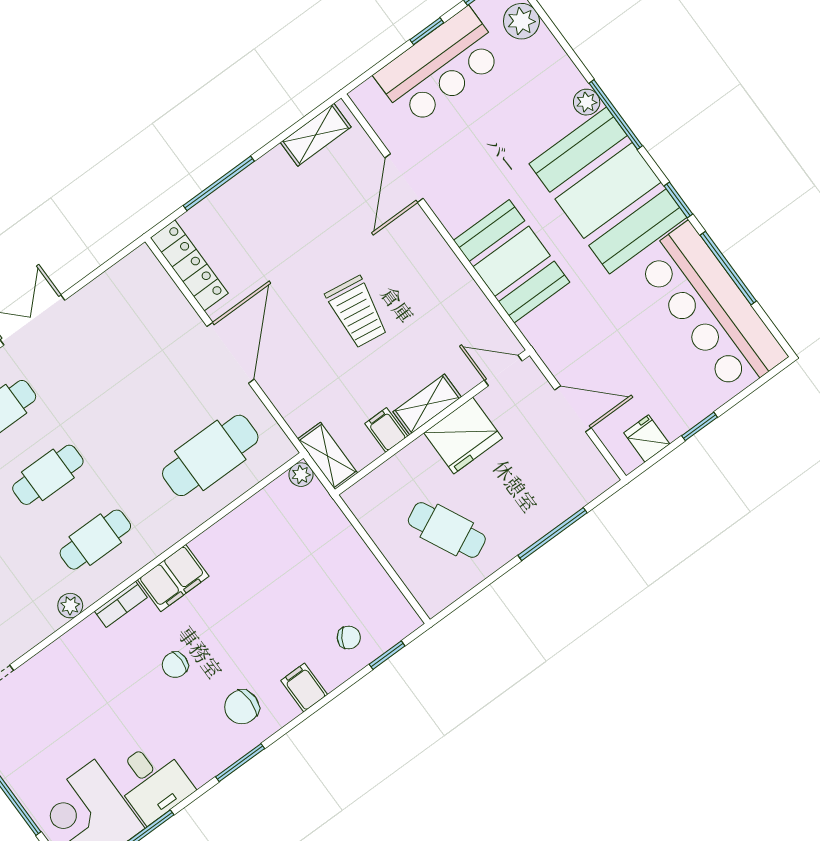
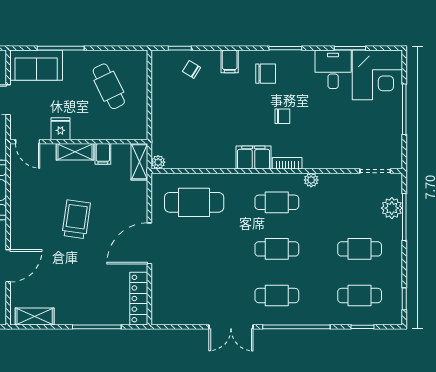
fridge: (463, 436) -> (60, 129), width x0.53, depth x0.75
sofa: (569, 486) -> (36, 65), added

